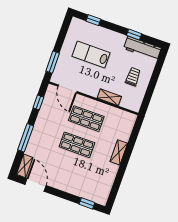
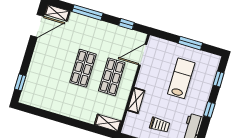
window: (134, 35) -> (209, 110), moved
window: (53, 62) -> (190, 43), moved
shelving: (119, 152) -> (108, 123), moved

